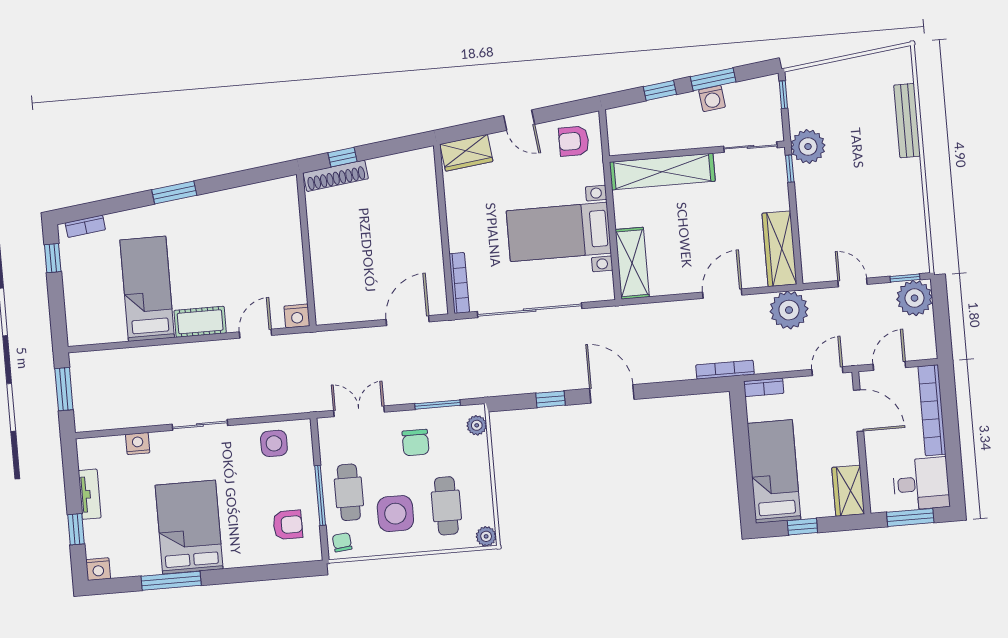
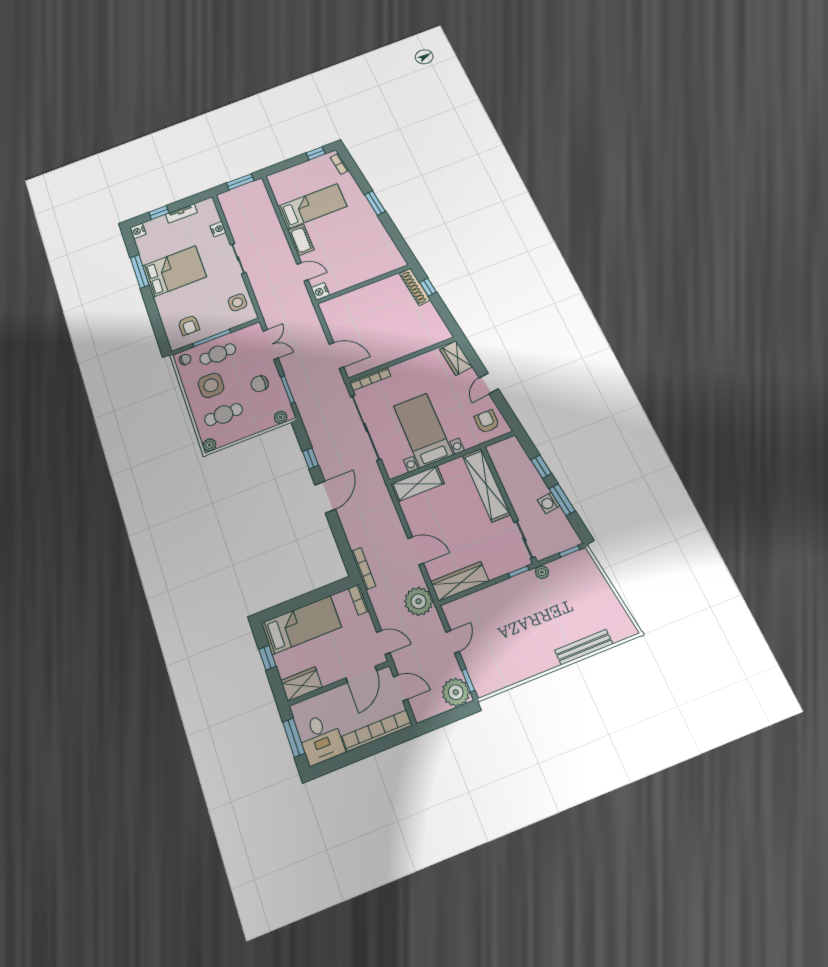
plant: (808, 147) -> (542, 572), width x0.53, depth x0.53

